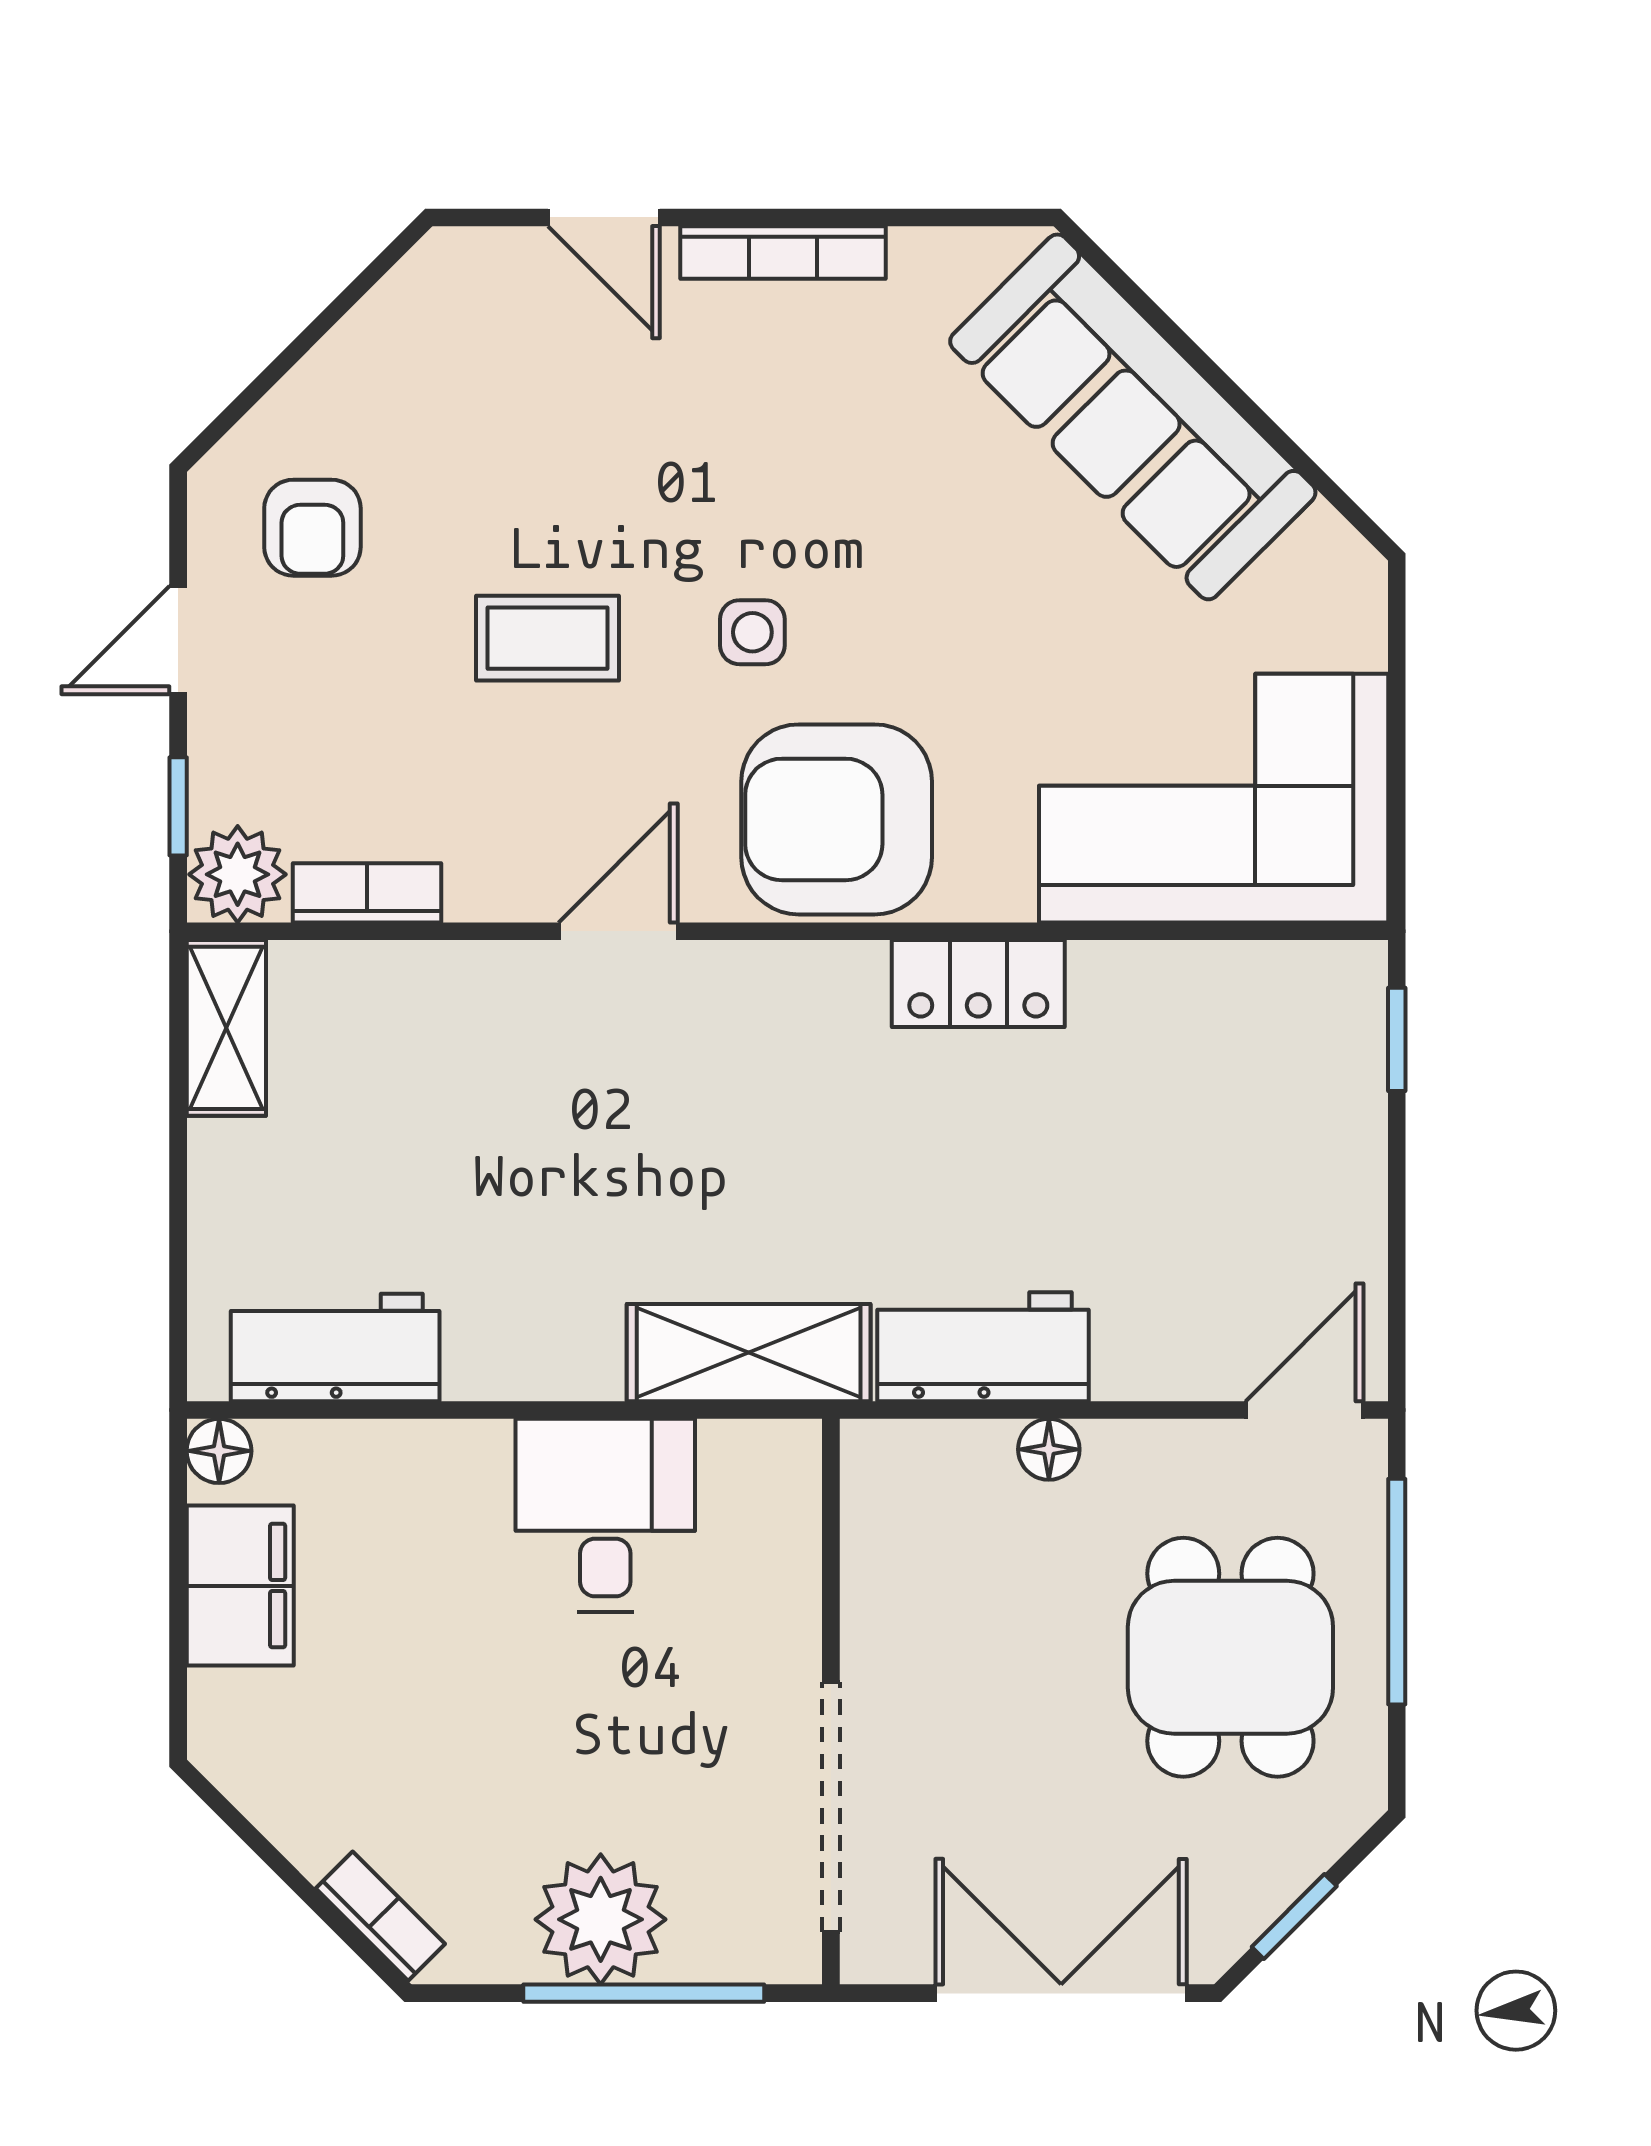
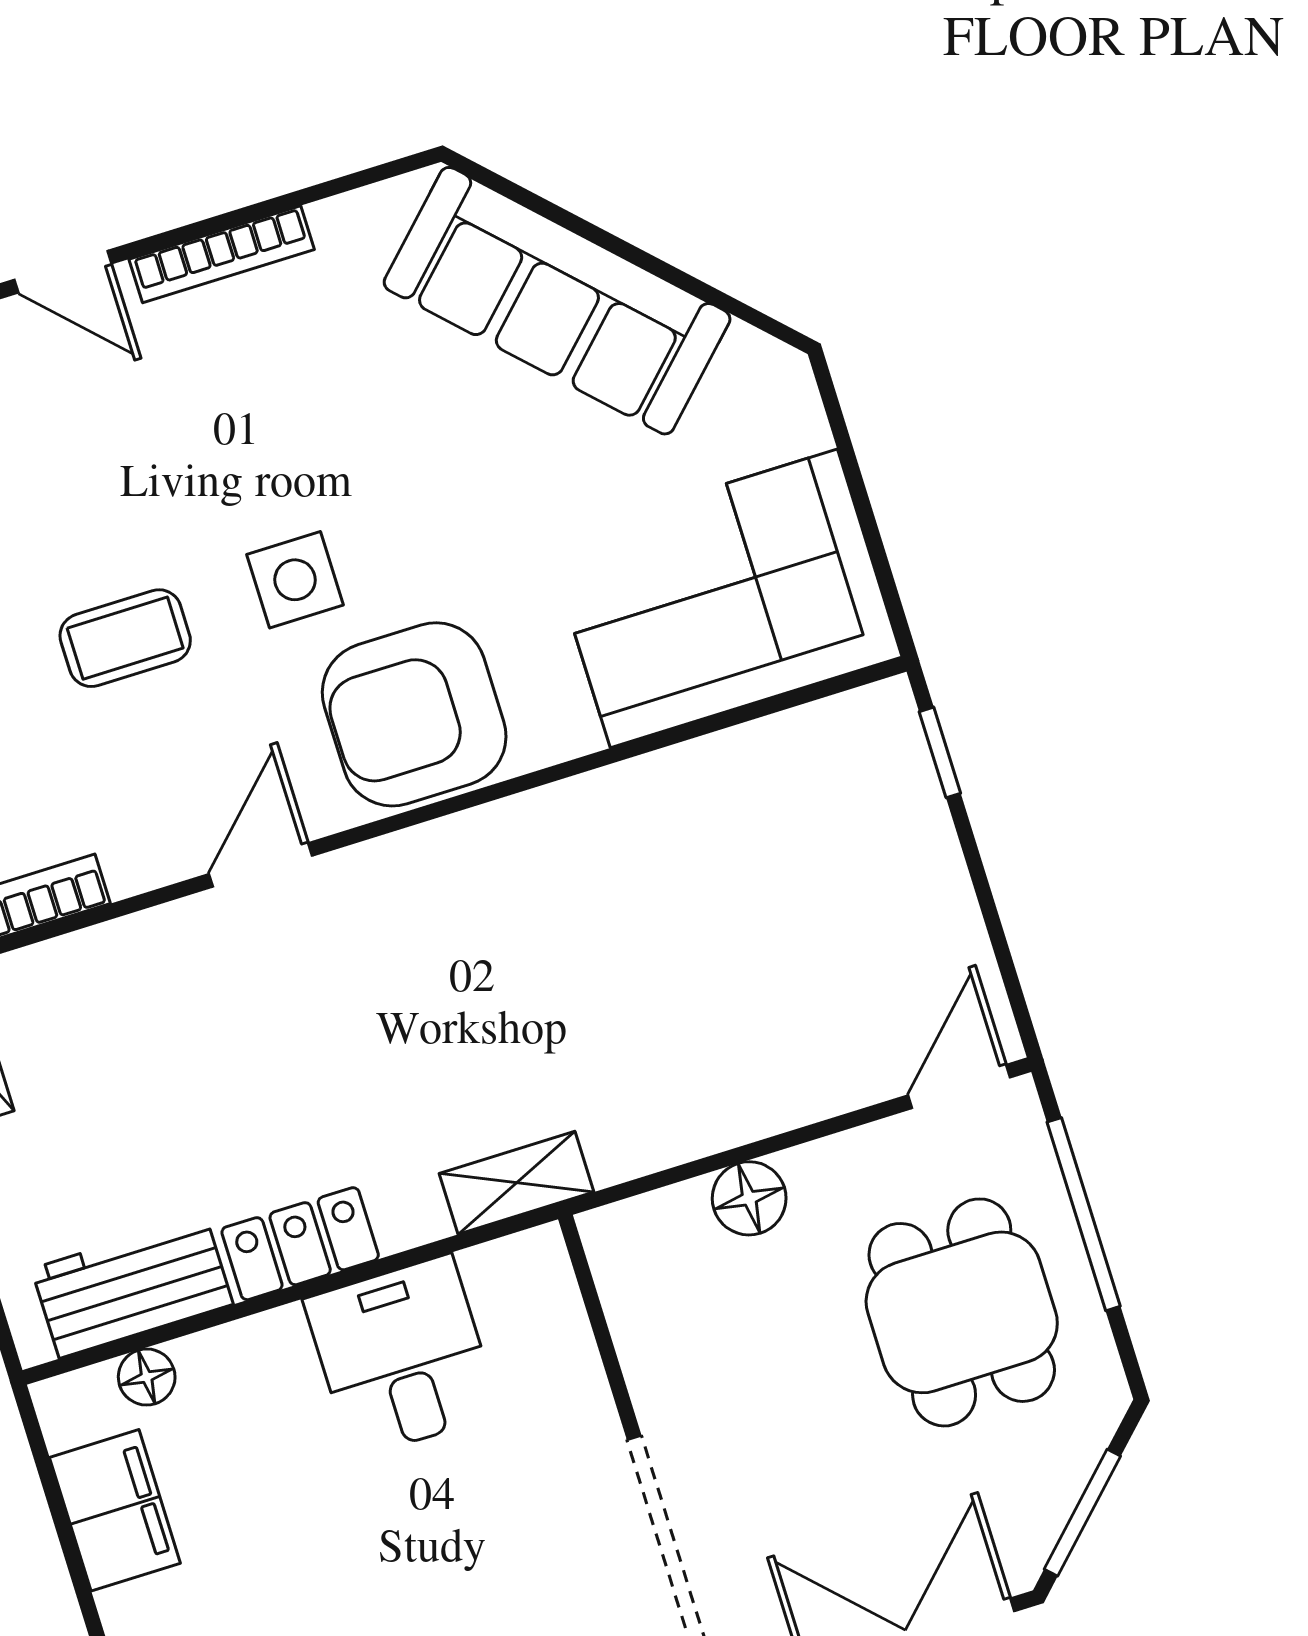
side table: (752, 632) -> (295, 580), width x1.37, depth x1.37
locker: (978, 984) -> (300, 1244), moved, turned 180
workbench: (983, 1347) -> (674, 1117), removed
shelving: (749, 1353) -> (517, 1183), width x0.67, depth x0.75
floor lamp: (1049, 1449) -> (749, 1198), width x1.37, depth x1.37
floor lamp: (219, 1451) -> (147, 1377), moved
window: (1294, 1916) -> (1082, 1513), width x1.50

